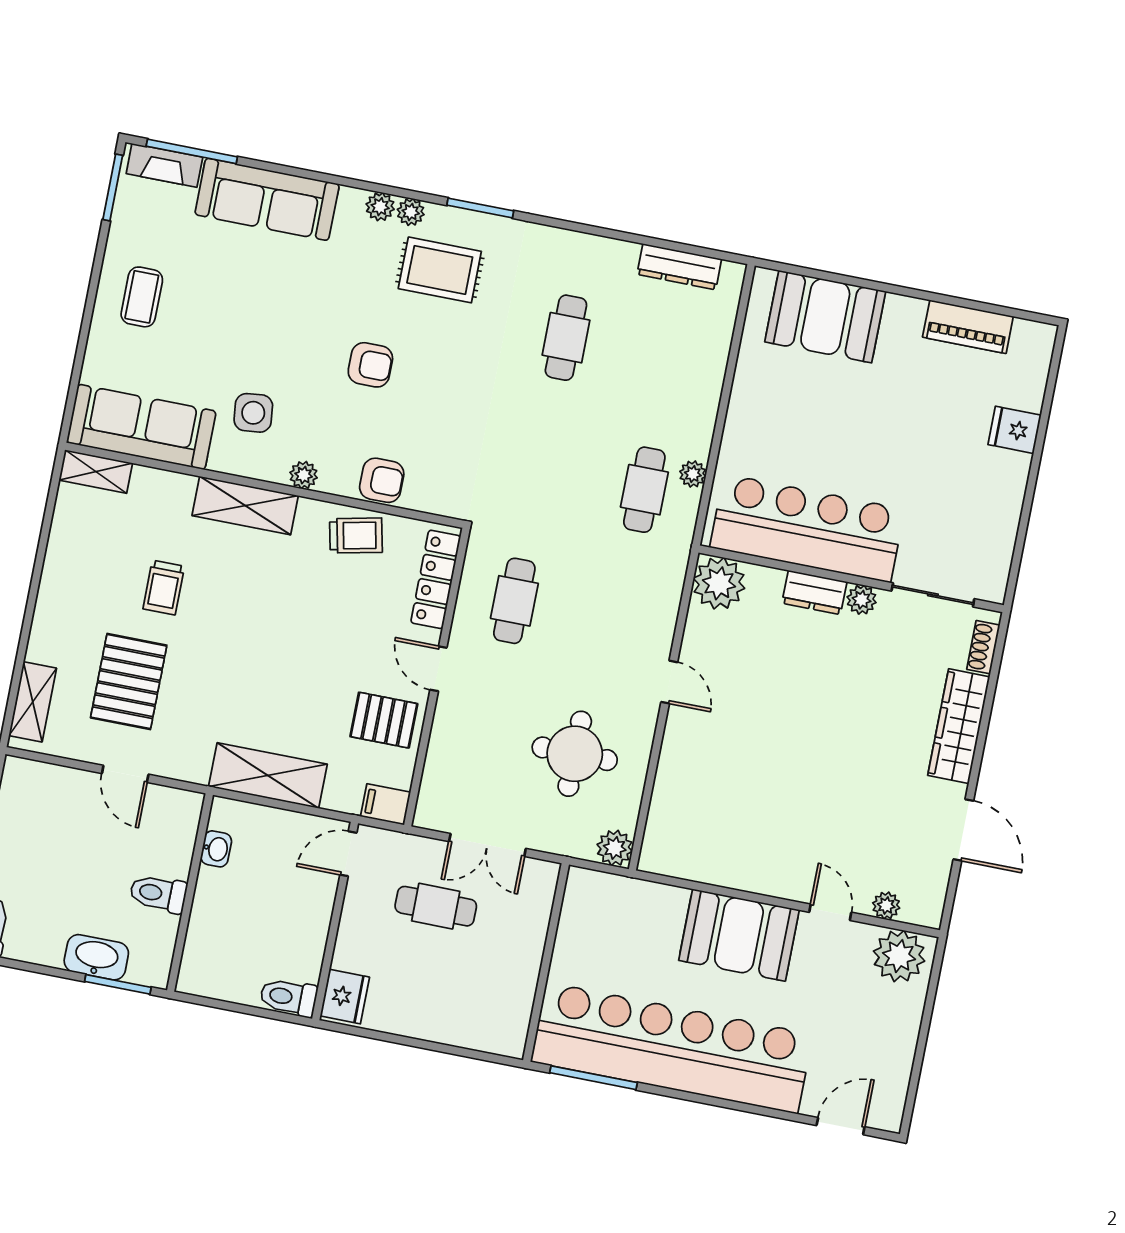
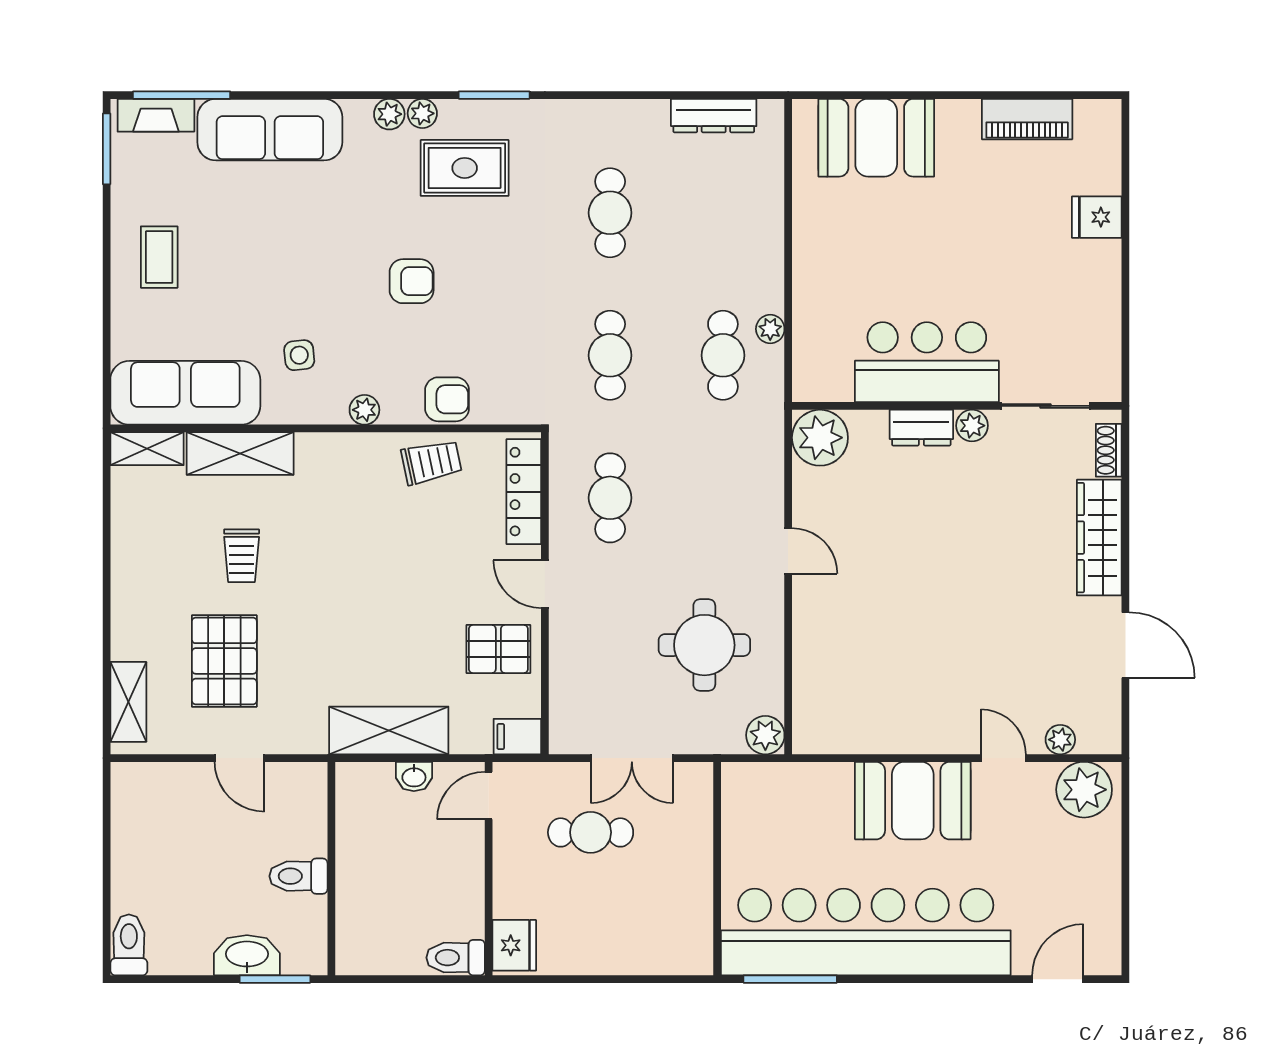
side table: (253, 413) -> (299, 355), width x0.73, depth x0.73
cafe table: (540, 469) -> (610, 355), added
shelving: (245, 506) -> (240, 454), moved
bar counter: (807, 528) -> (927, 362), width x0.73
washbasin: (216, 849) -> (414, 777), moved, turned 90

